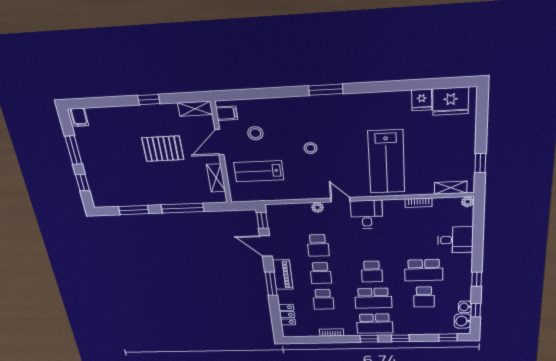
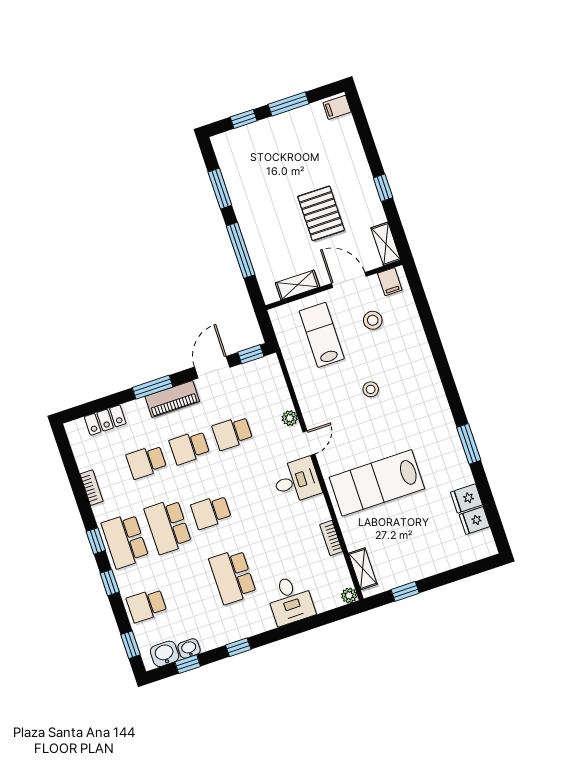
window: (326, 90) -> (469, 444), moved
fridge: (451, 101) -> (475, 521), width x0.53, depth x0.75
school desk: (424, 297) -> (147, 605), moved

